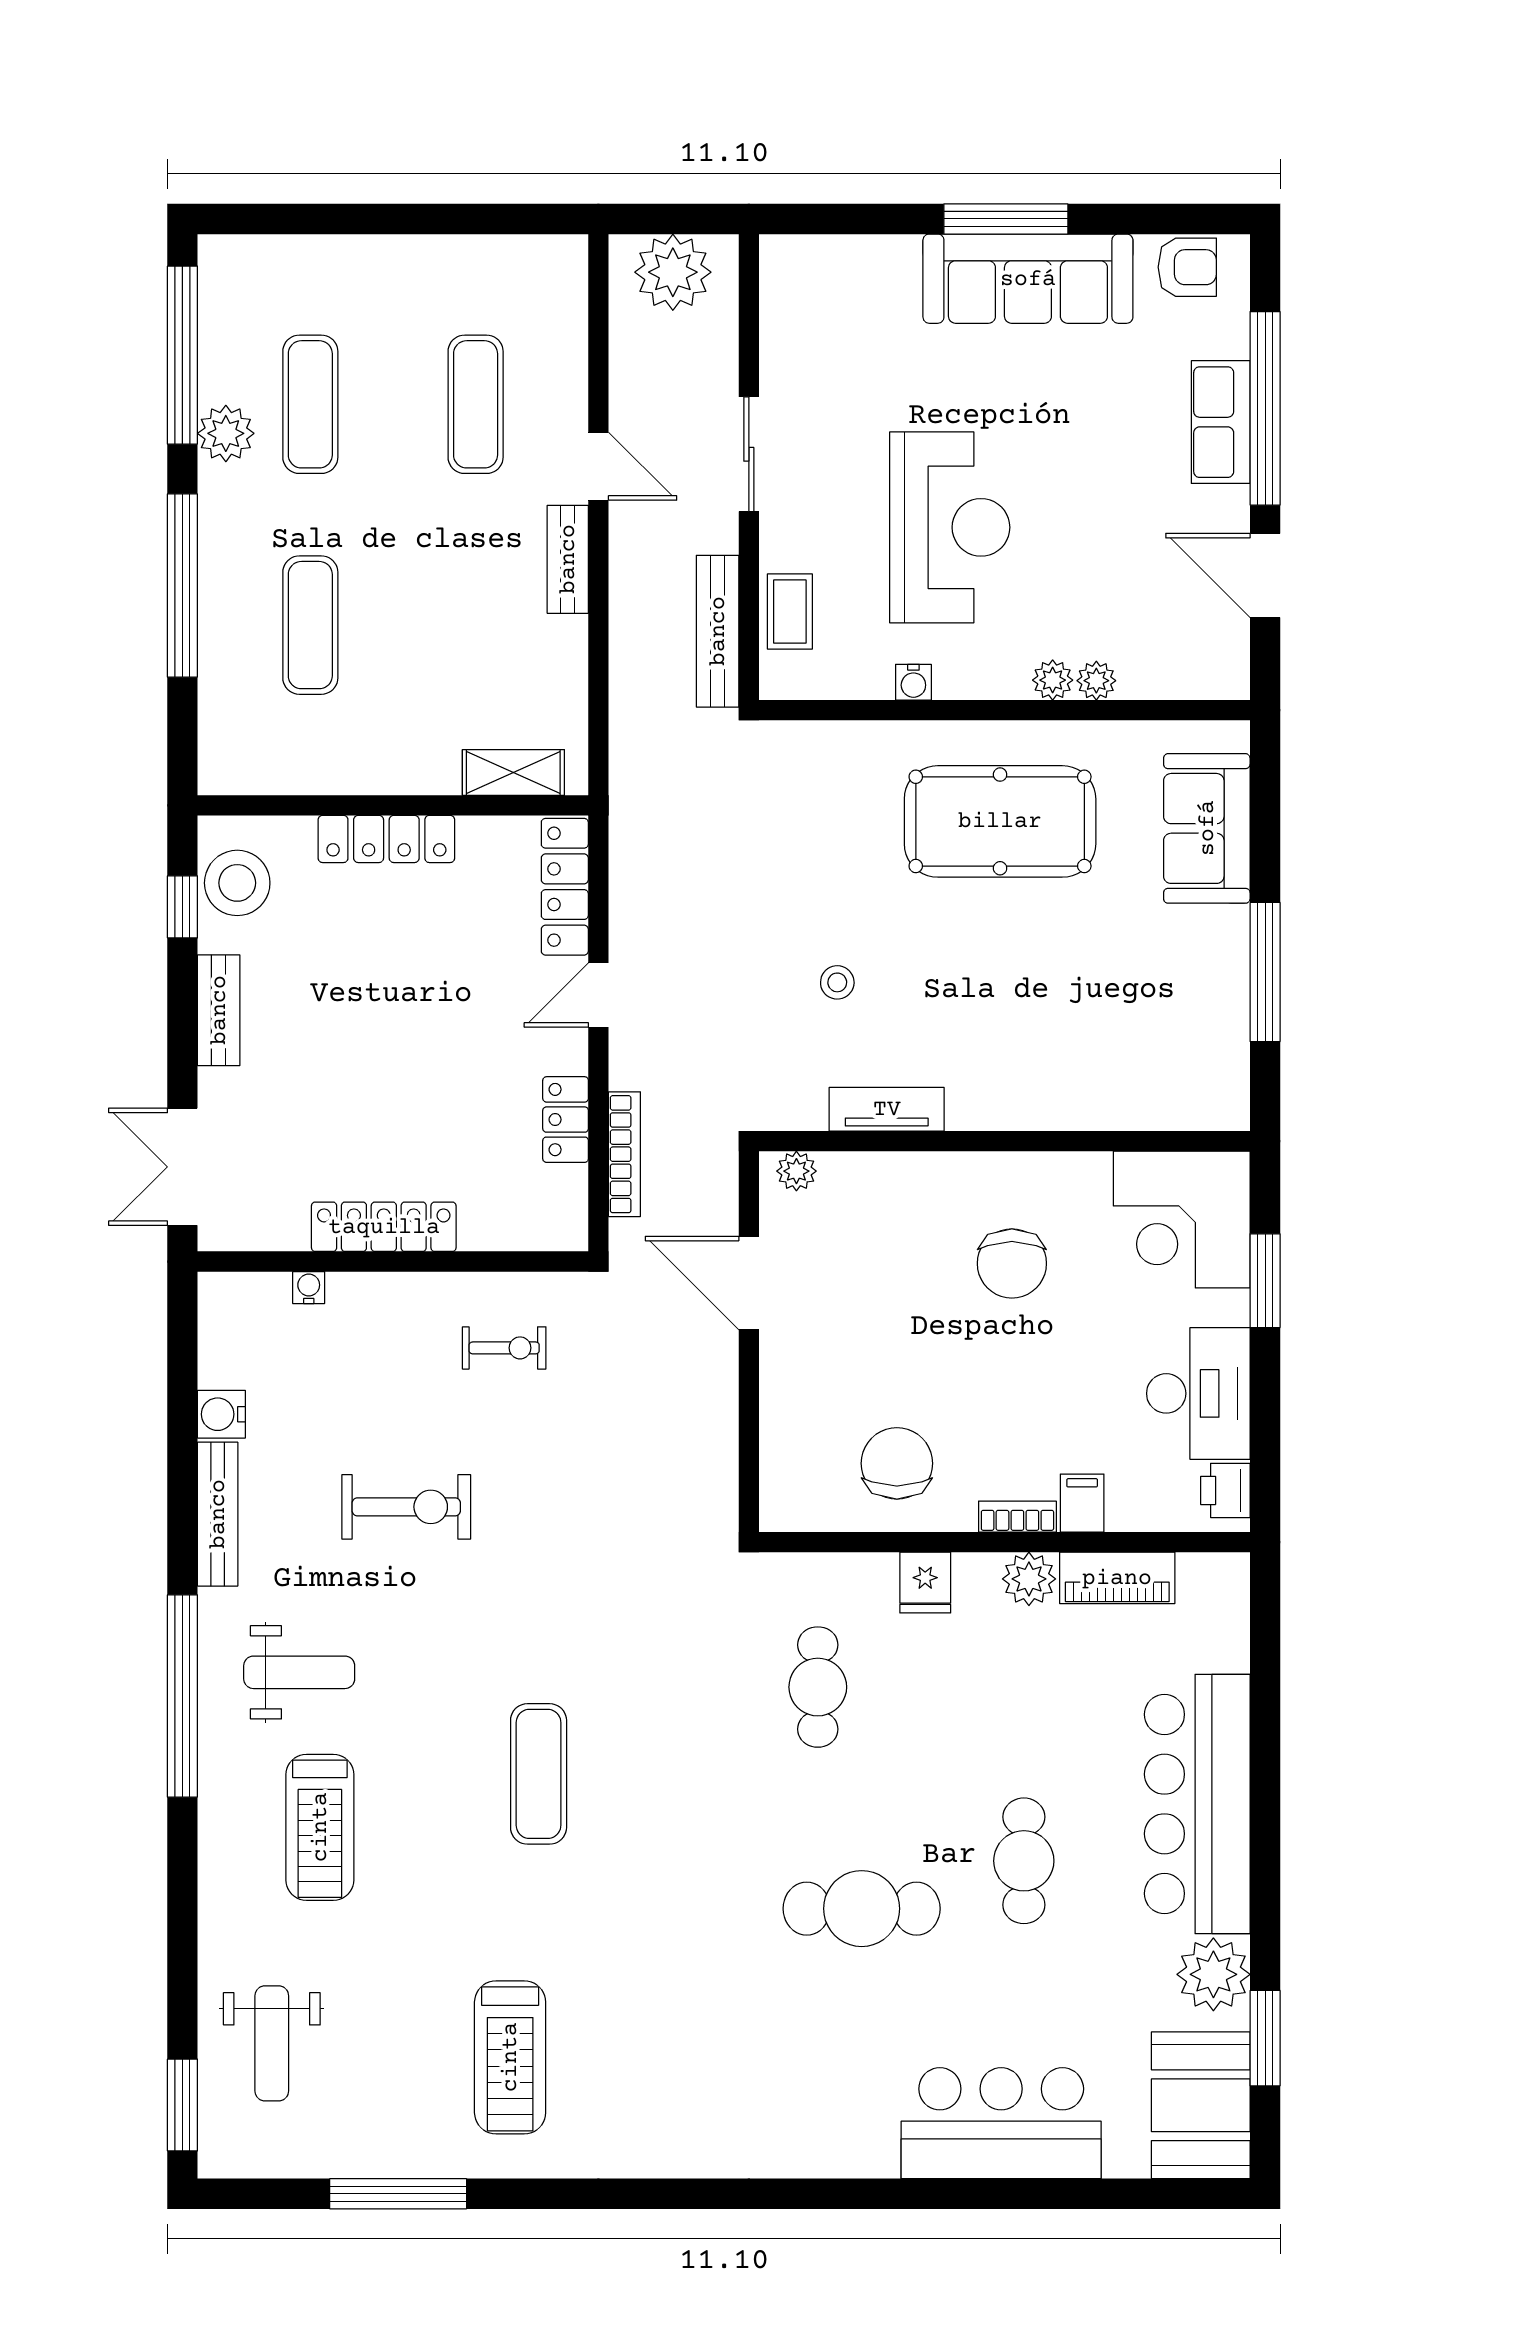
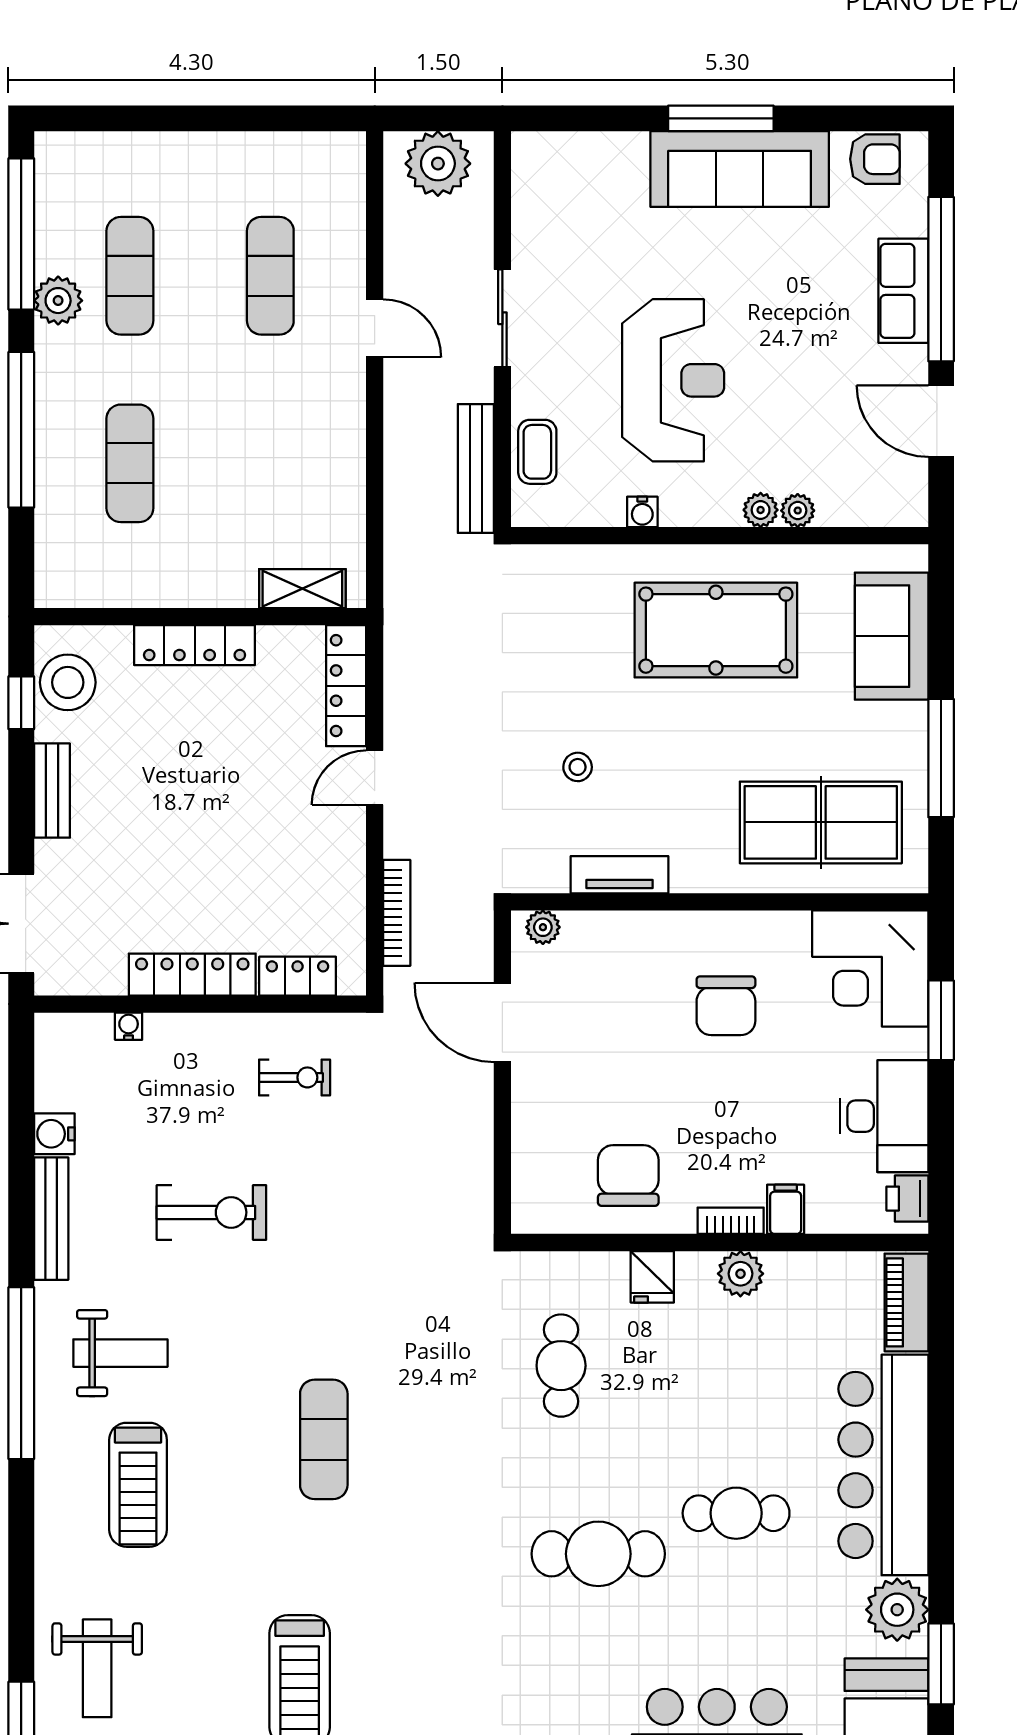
bench: (568, 559) -> (349, 407), removed
table tennis table: (1123, 1048) -> (821, 822), added
locker: (566, 1120) -> (298, 976), moved, turned 90
piano: (1117, 1578) -> (906, 1302), moved, turned 90
cafe table: (1024, 1861) -> (736, 1513), turned 90

